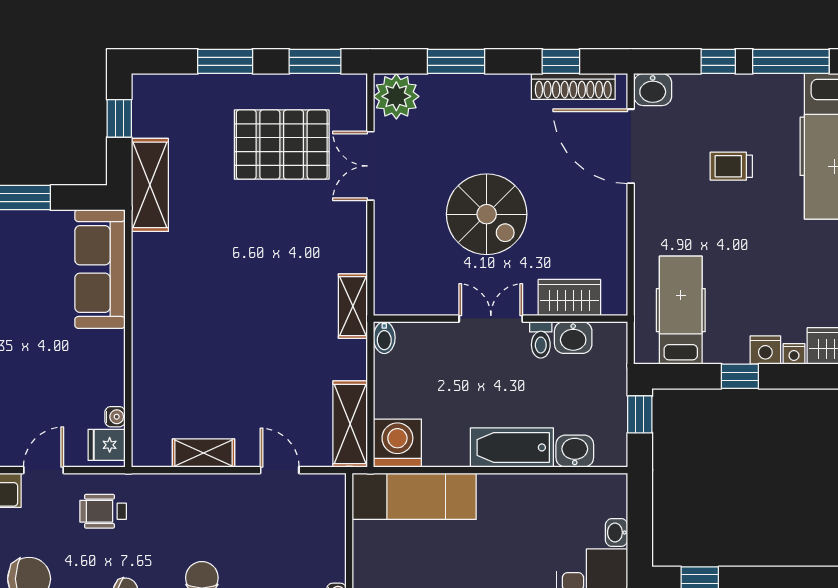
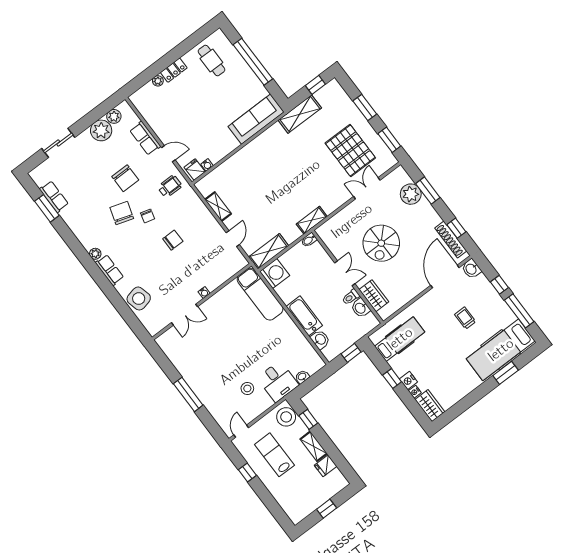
plant: (396, 96) -> (411, 194), moved
wheelchair: (103, 511) -> (170, 186), turned 90

